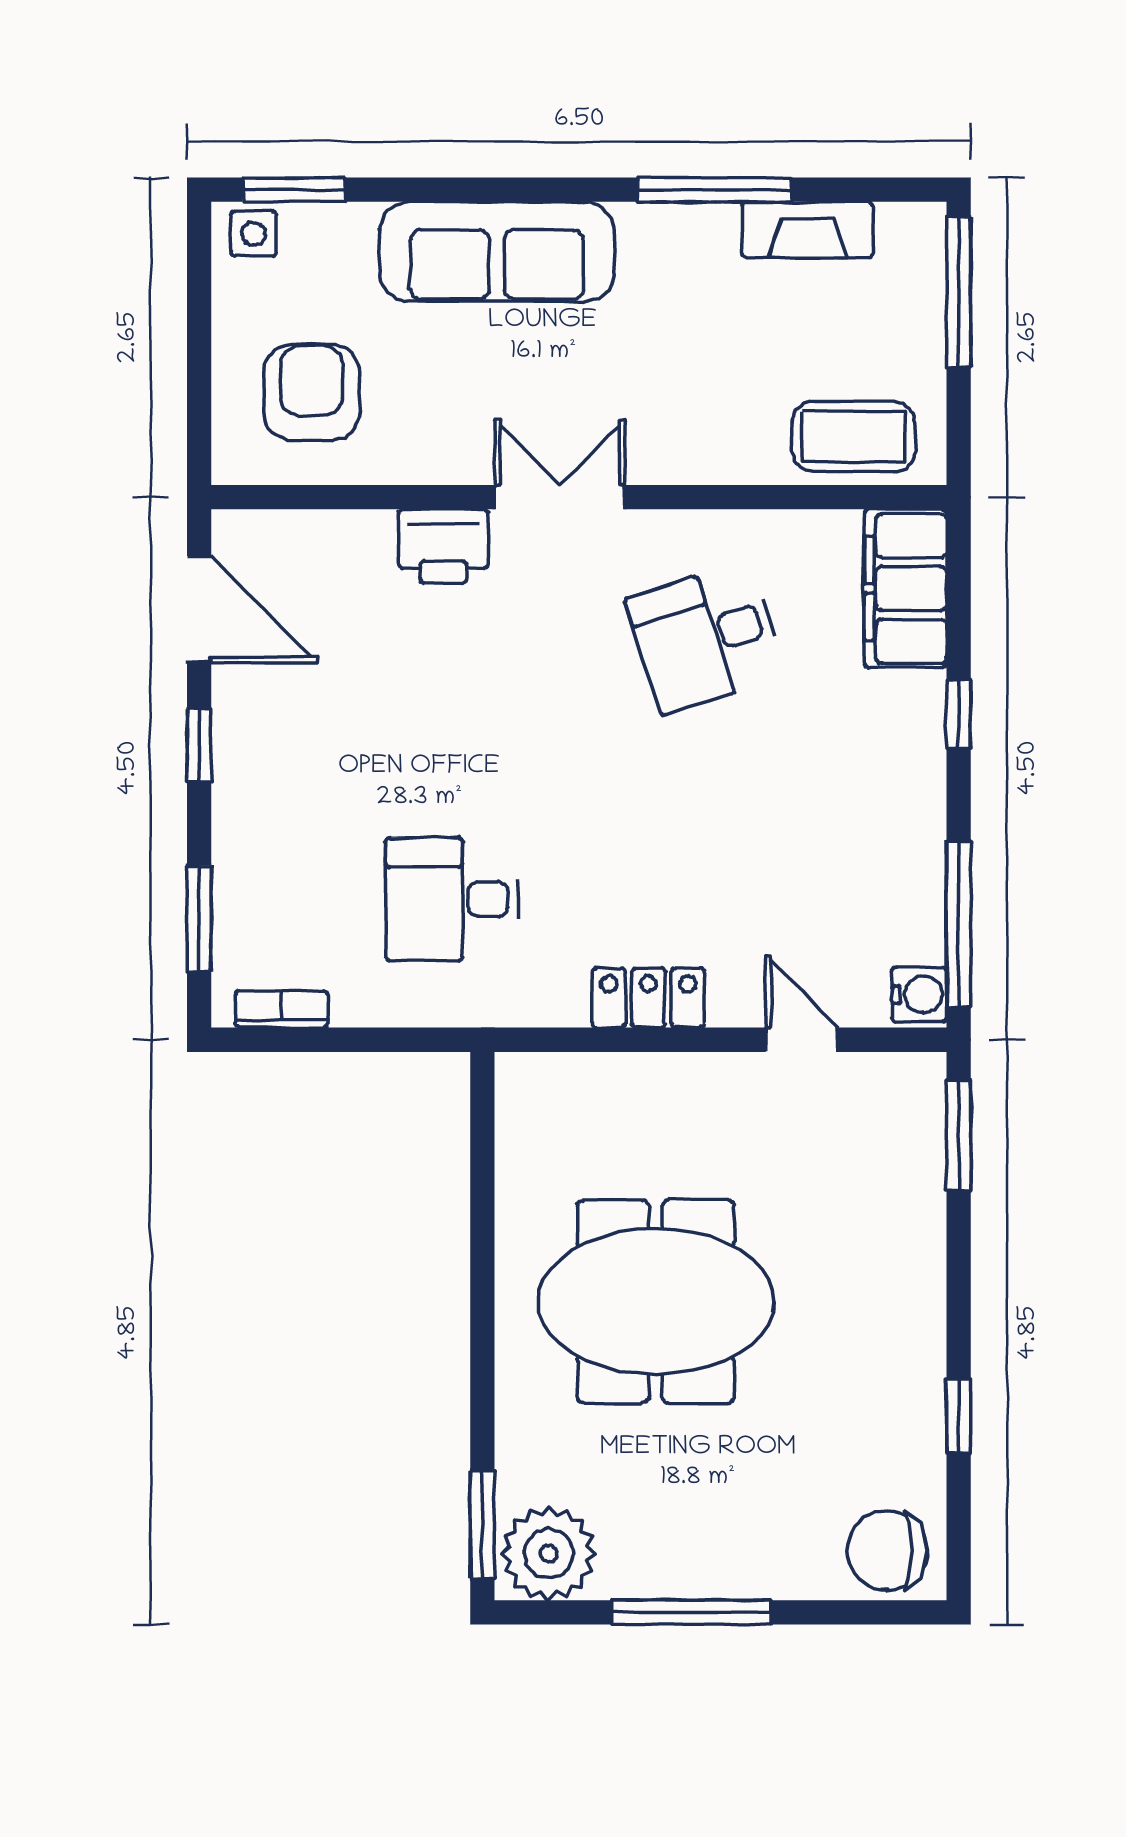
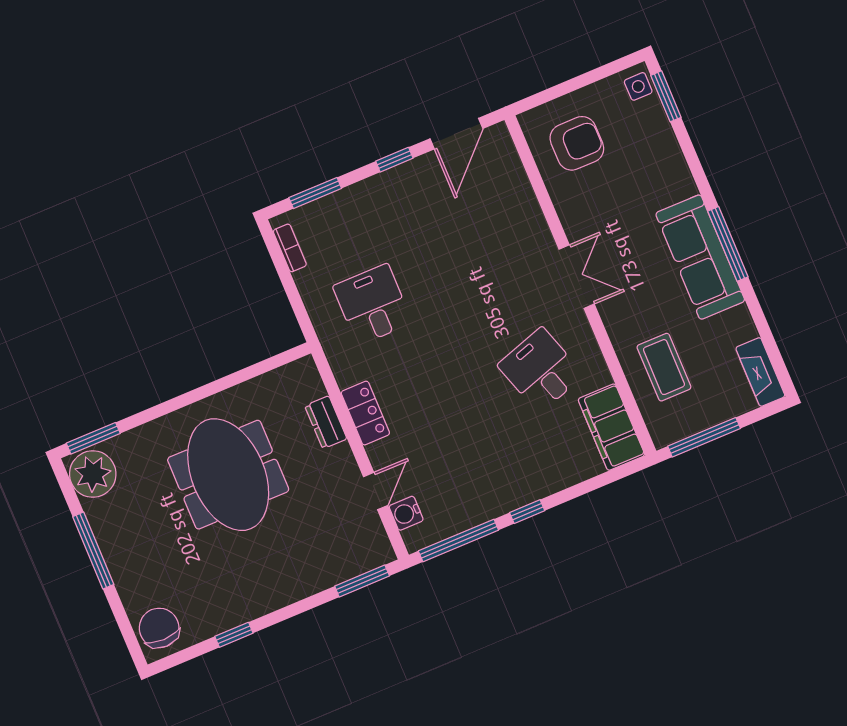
window: (715, 190) -> (728, 244), moved
fireplace: (808, 230) -> (760, 372), moved
sofa: (497, 252) -> (700, 257), moved
window: (959, 292) -> (704, 437), moved
coffee table: (854, 437) -> (664, 367), moved
printer: (443, 546) -> (532, 233), removed
filing cabinet: (906, 588) -> (611, 427), moved, turned -90
window: (959, 714) -> (527, 512), moved
water cooler: (919, 995) -> (406, 513), moved, turned 90
dresser: (635, 1079) -> (326, 422), added

